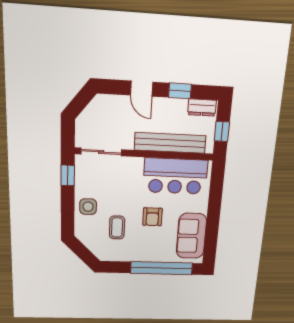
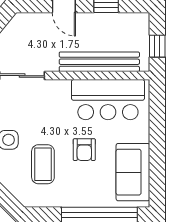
dresser: (202, 108) -> (132, 21), removed
coffee table: (117, 227) -> (43, 164), width x1.36, depth x1.30

